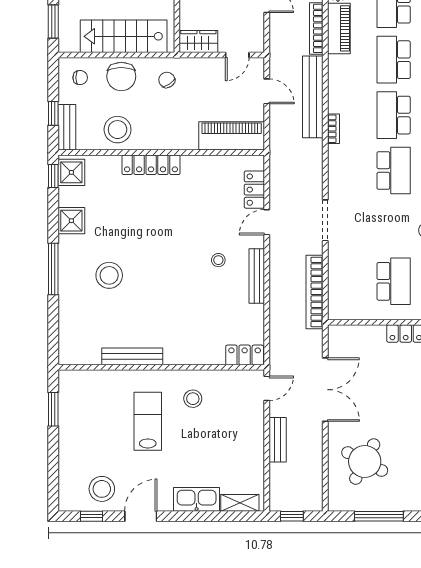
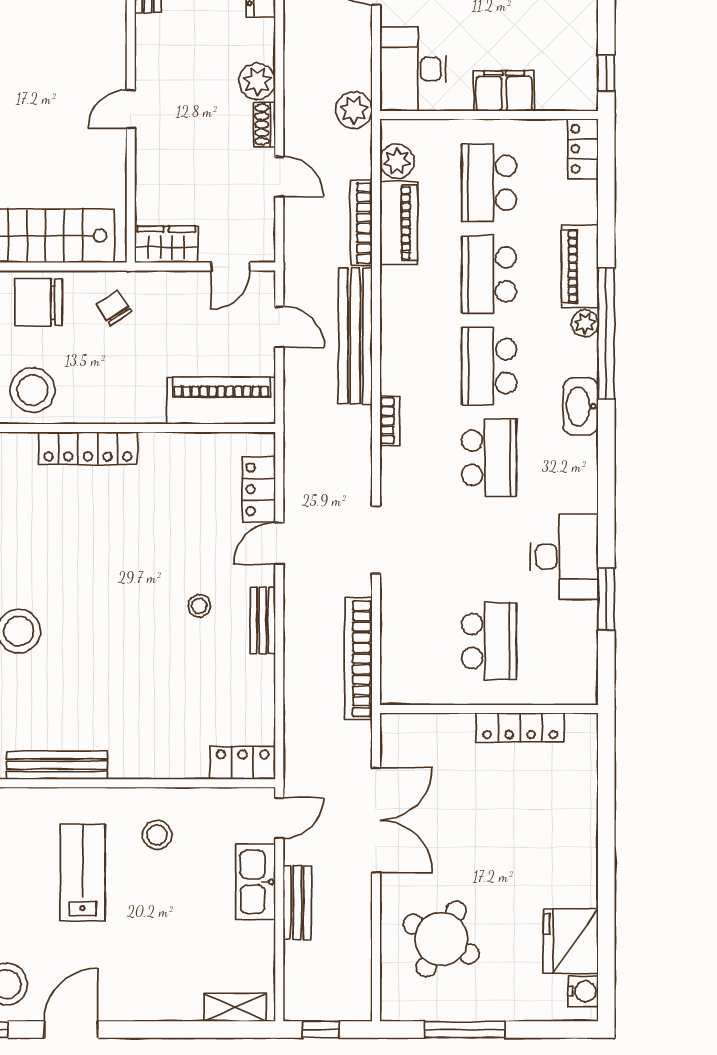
chair: (121, 76) -> (39, 302), turned 90
bookcase: (334, 129) -> (390, 421), moved
bench: (257, 276) -> (263, 620), width x0.73
kitchen sink: (197, 499) -> (255, 882), moved, turned -90

